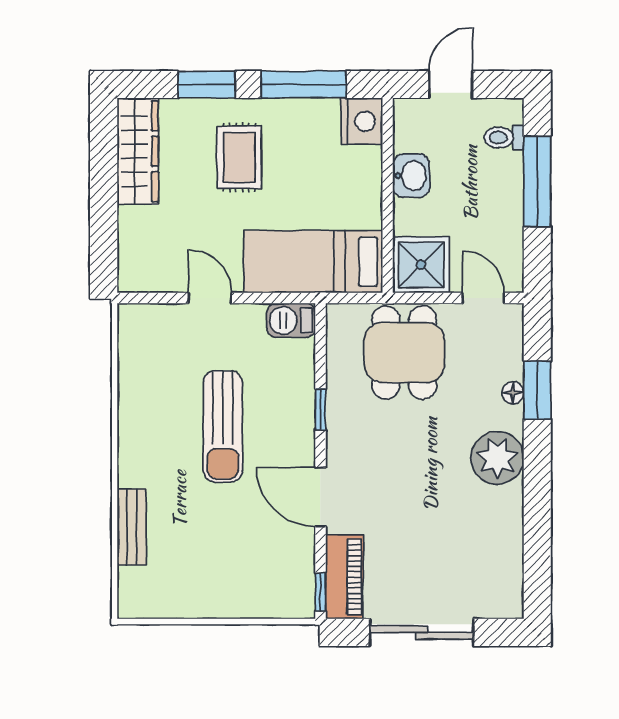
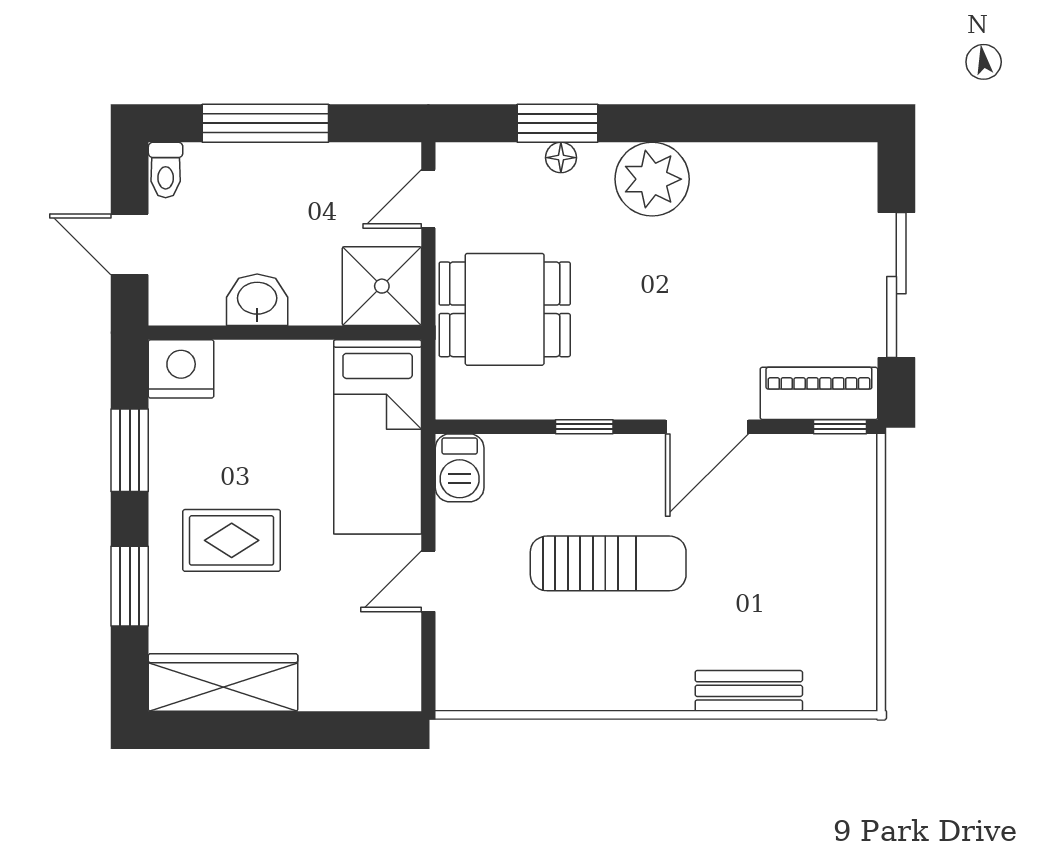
window: (304, 85) -> (130, 450), width x0.69
toilet: (504, 138) -> (166, 170), moved

